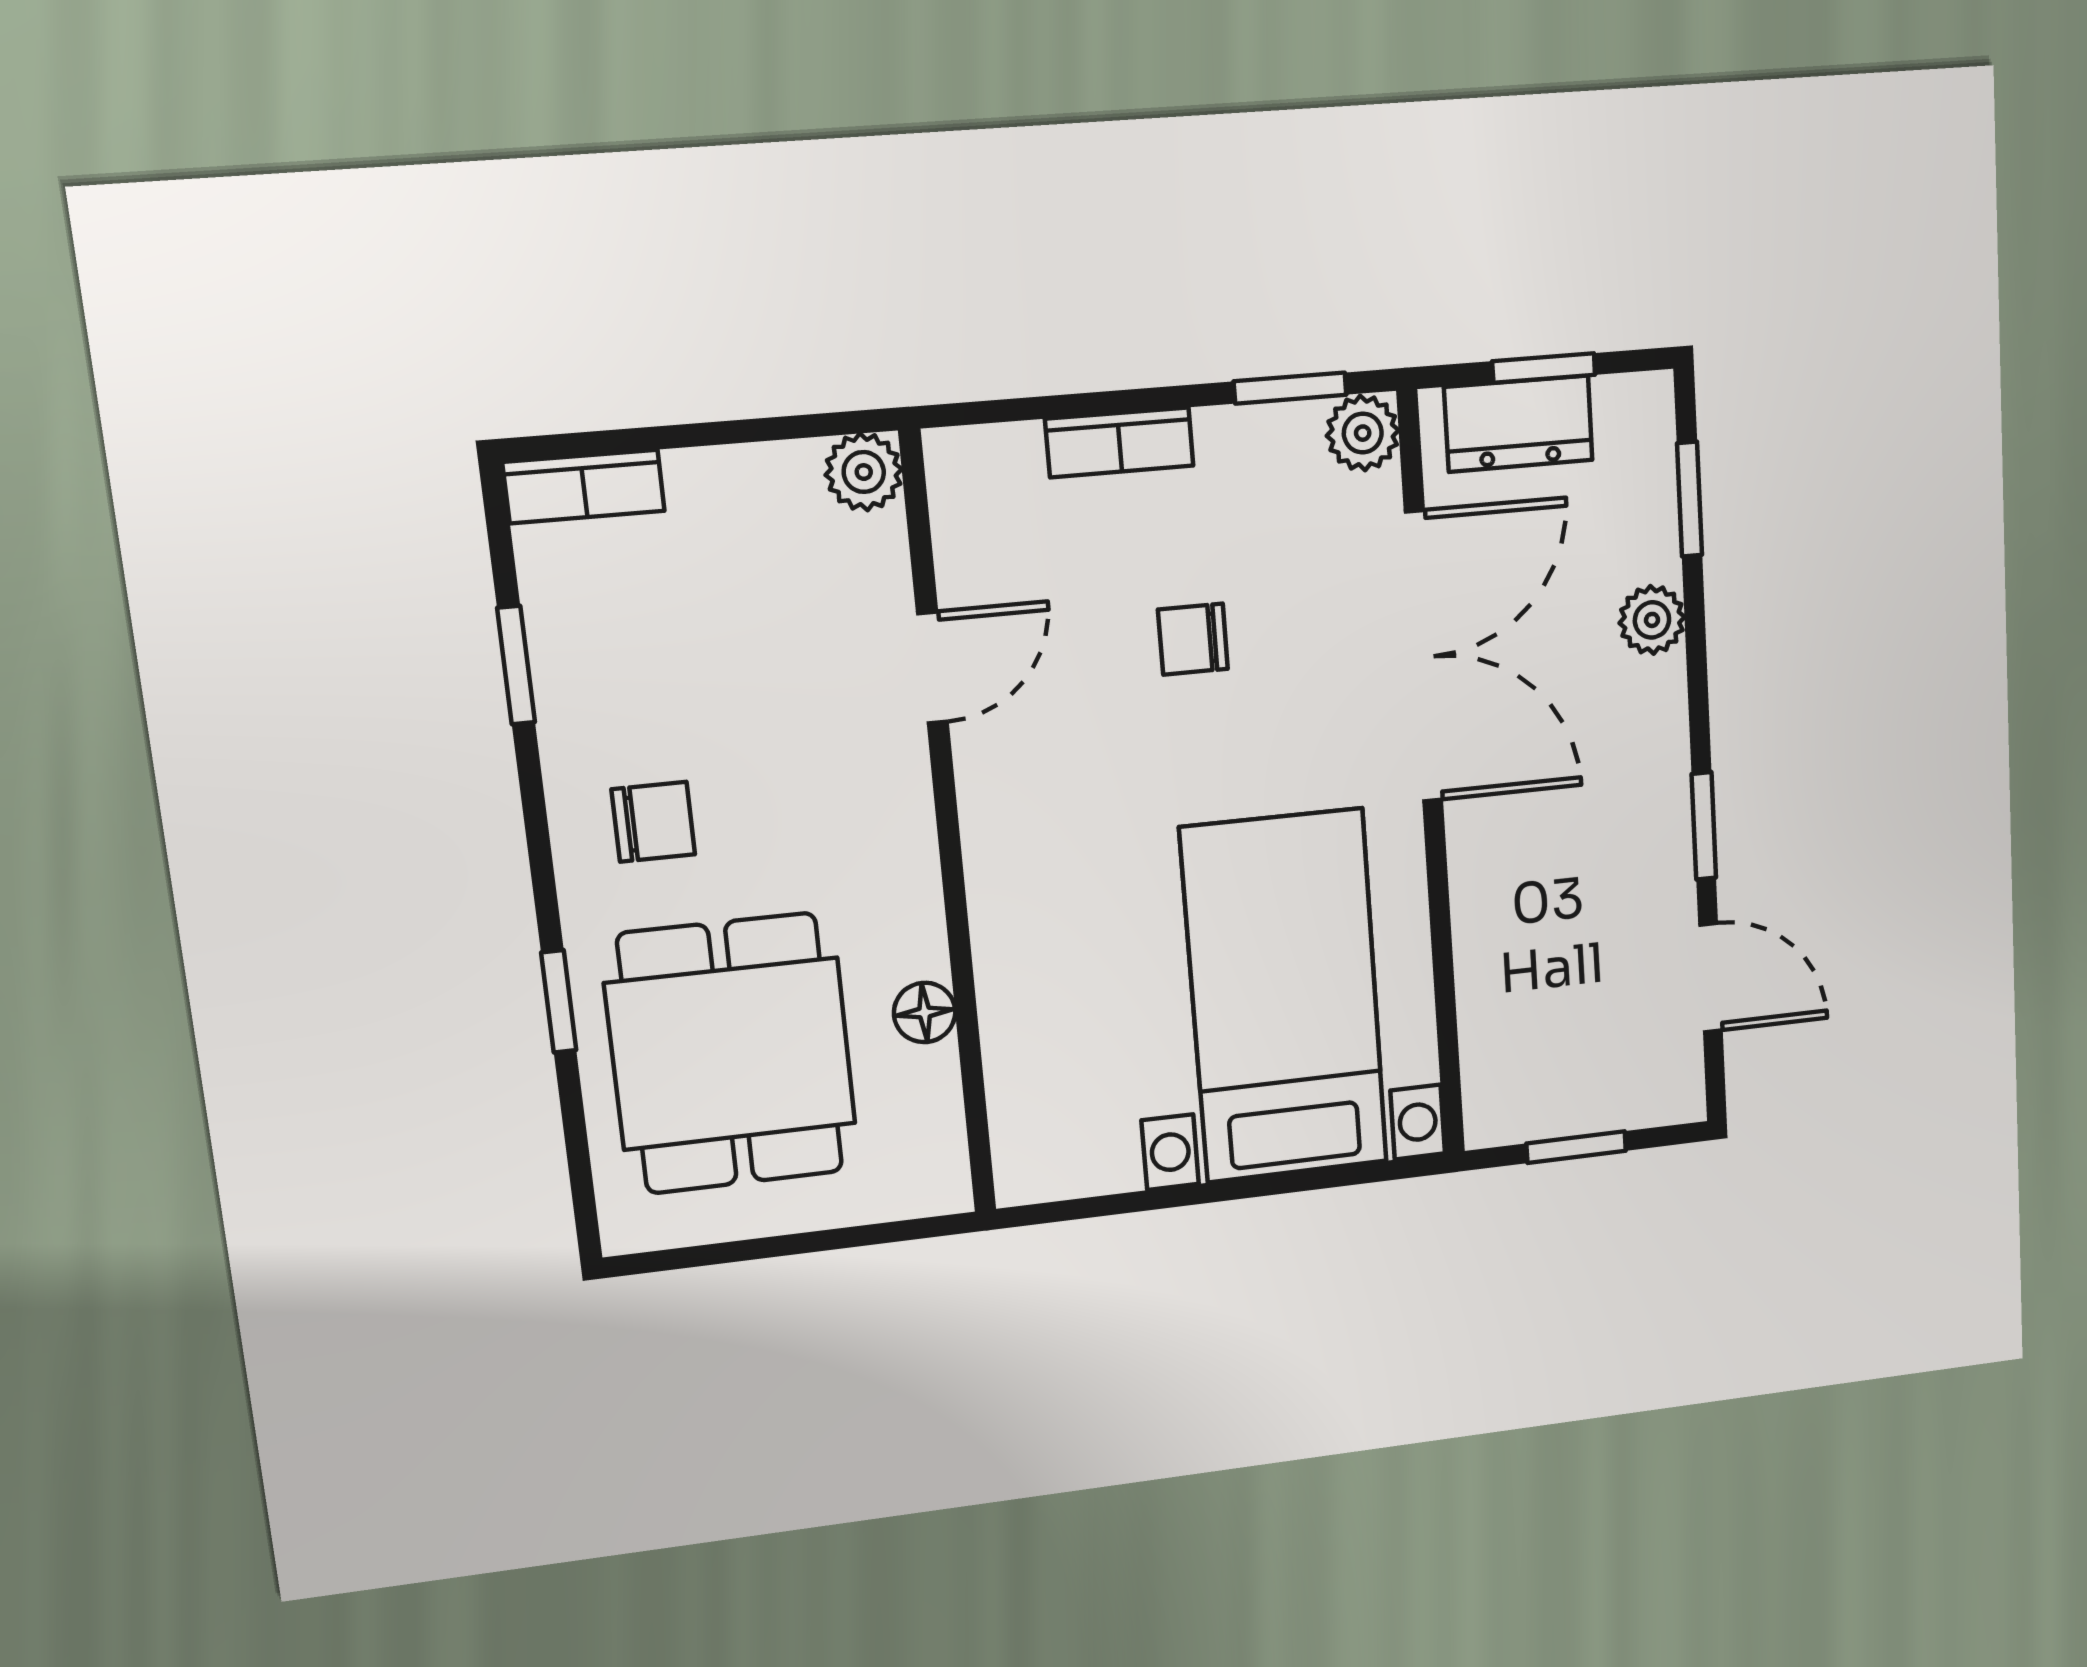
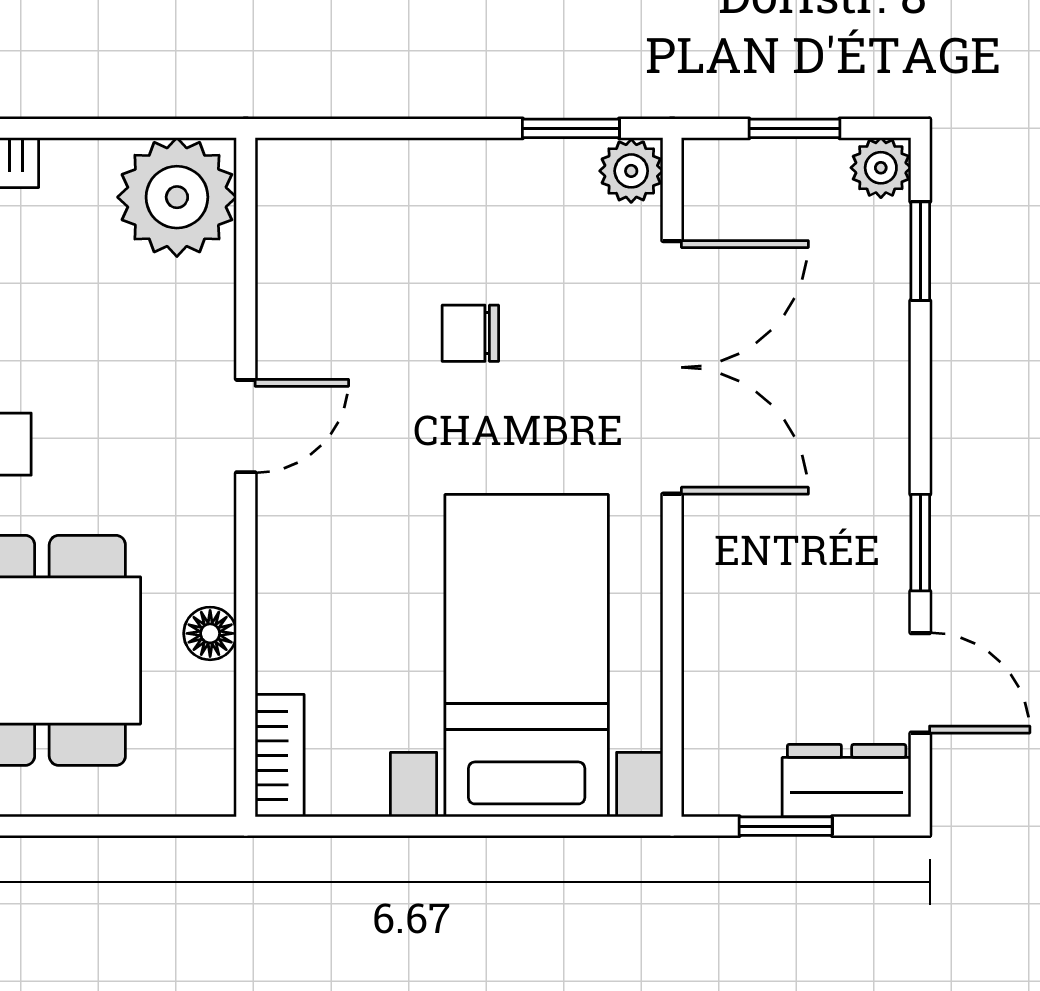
dresser: (1519, 424) -> (847, 781), moved, turned 180
bookcase: (1119, 442) -> (280, 756), moved, turned -90
plant: (864, 472) -> (177, 197), width x1.88, depth x1.88
plant: (1652, 620) -> (881, 168), moved
door: (932, 668) -> (246, 426), moved

